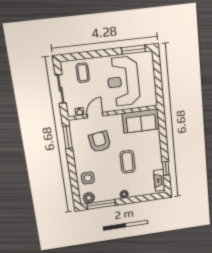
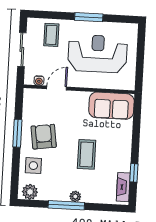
window: (133, 50) -> (89, 17), moved
reception desk: (123, 81) -> (98, 54), turned 90
window: (68, 137) -> (17, 133), moved
armchair: (100, 142) -> (44, 137), moved
window: (101, 204) -> (66, 205), moved

